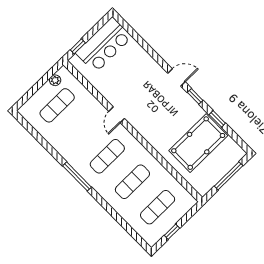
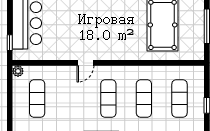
plant: (55, 80) -> (18, 71), moved
door: (117, 115) -> (85, 63), hinge flipped

